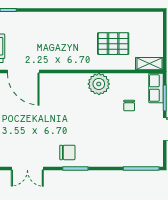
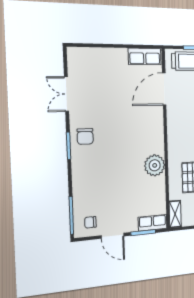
chair: (129, 105) -> (90, 222), moved

